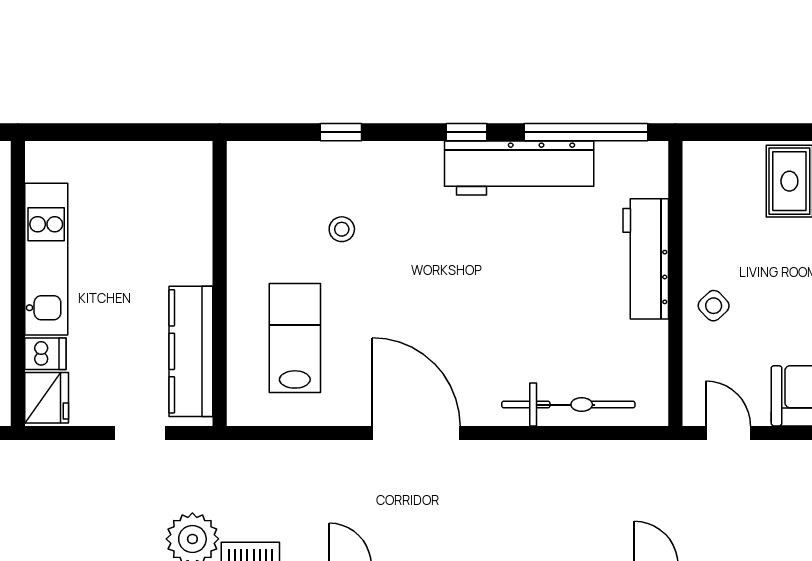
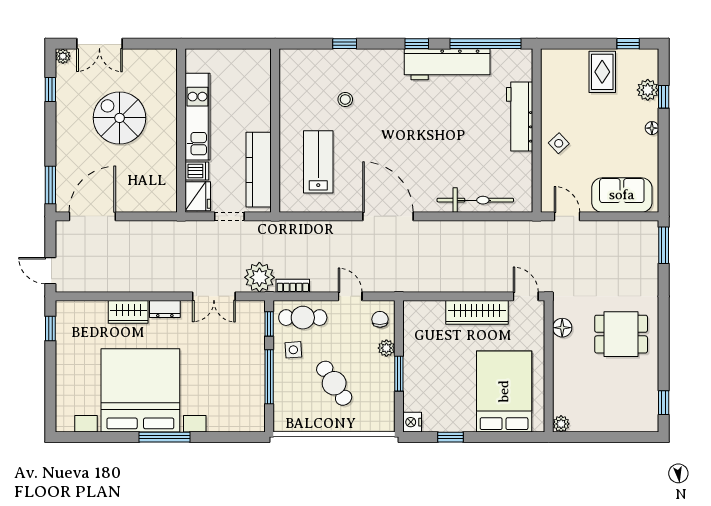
kitchen unit: (46, 259) -> (197, 117), moved
wall: (18, 283) -> (181, 131), moved
dishwasher: (45, 354) -> (197, 171), moved
fridge: (47, 398) -> (198, 196), moved

